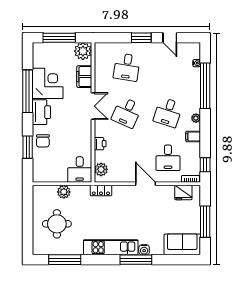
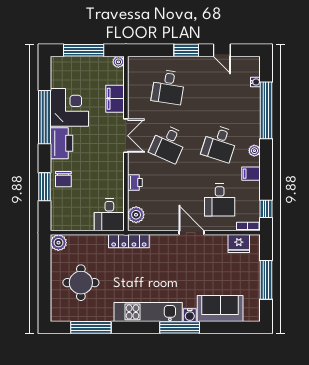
plant: (83, 51) -> (118, 62), width x0.53, depth x0.53
locker: (101, 191) -> (129, 241), width x1.53
plant: (64, 192) -> (58, 243), moved
sofa: (182, 244) -> (220, 308), moved

